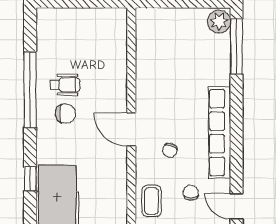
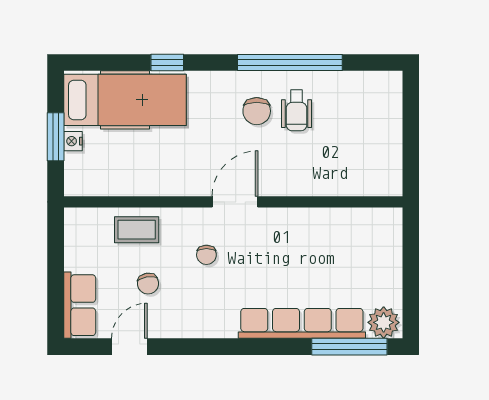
row of seats: (220, 133) -> (302, 323), moved
chair: (170, 150) -> (206, 255), turned -109
chair: (191, 193) -> (148, 284), turned 81

